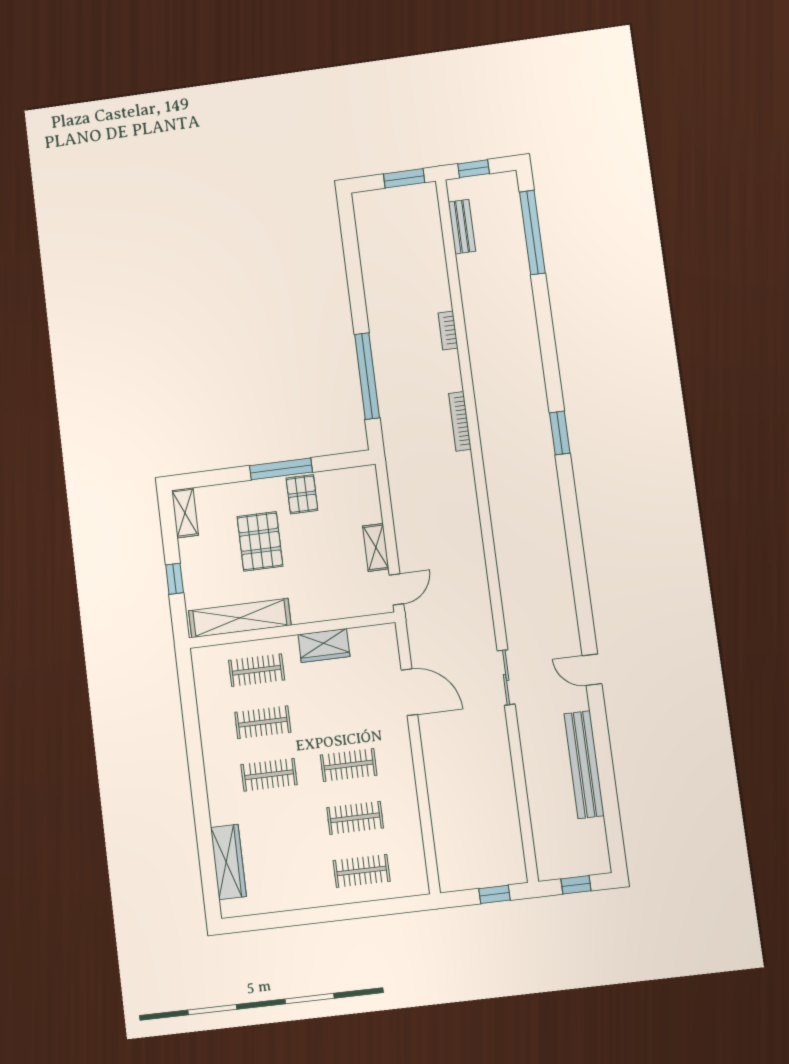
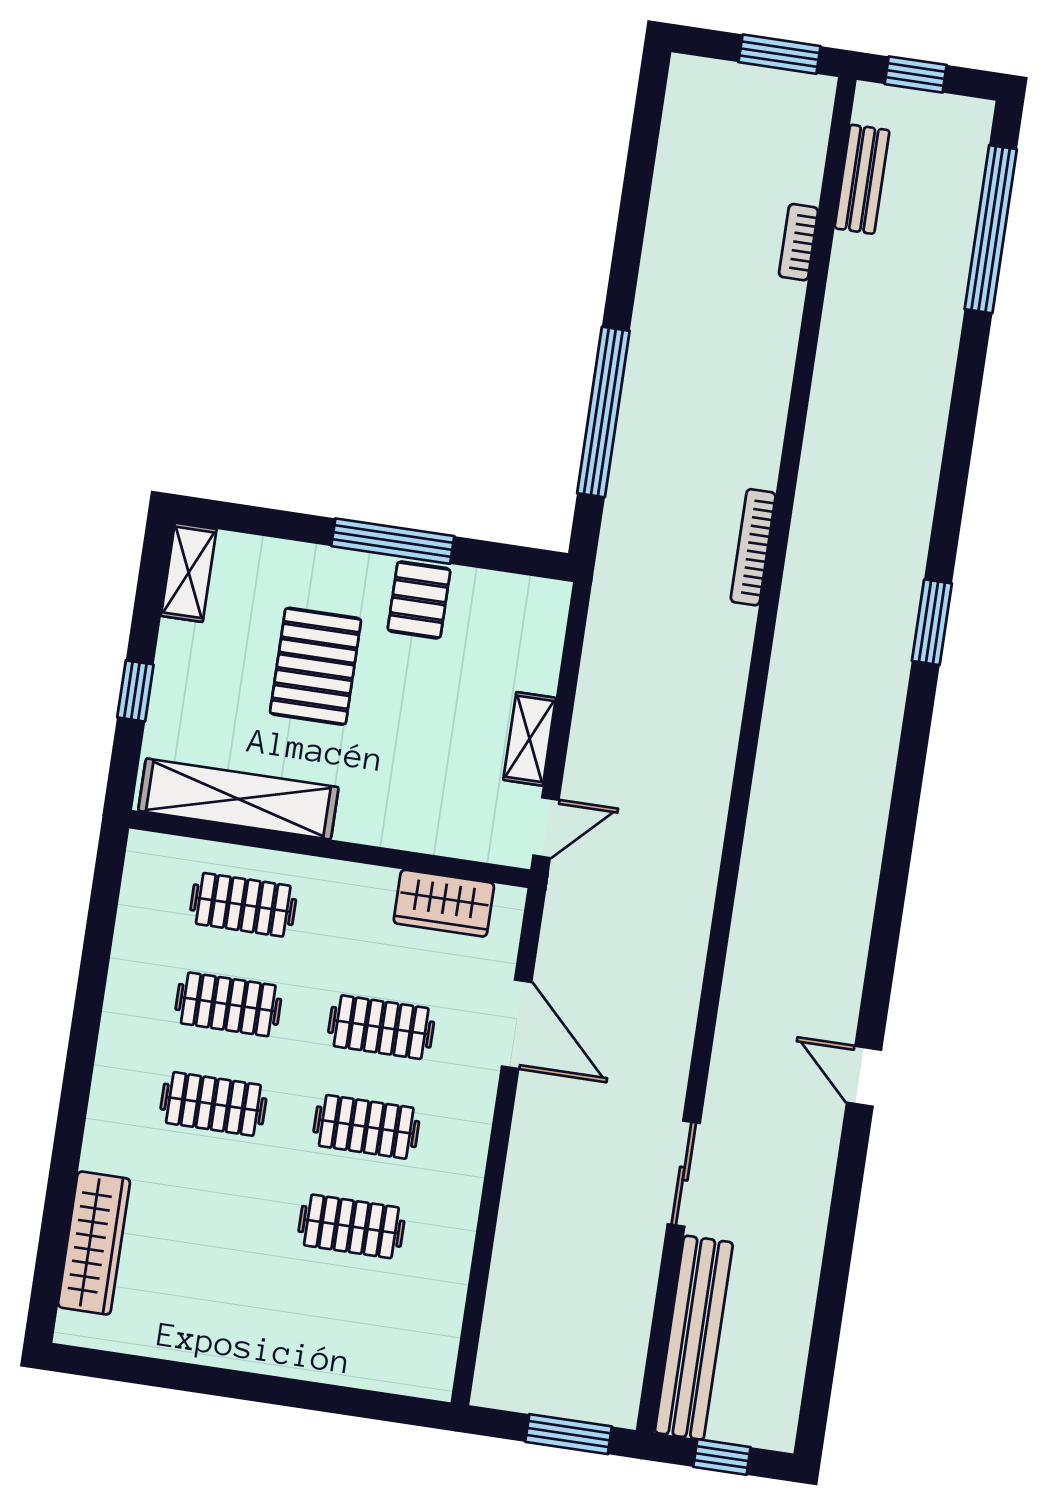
bookcase: (448, 331) -> (799, 242), moved
wardrobe: (324, 645) -> (444, 903), moved
sliding door: (506, 677) -> (684, 1174), moved
bench: (584, 765) -> (694, 1338), moved
clothes rail: (362, 871) -> (381, 1027), moved
window: (495, 894) -> (569, 1434), width x1.50

